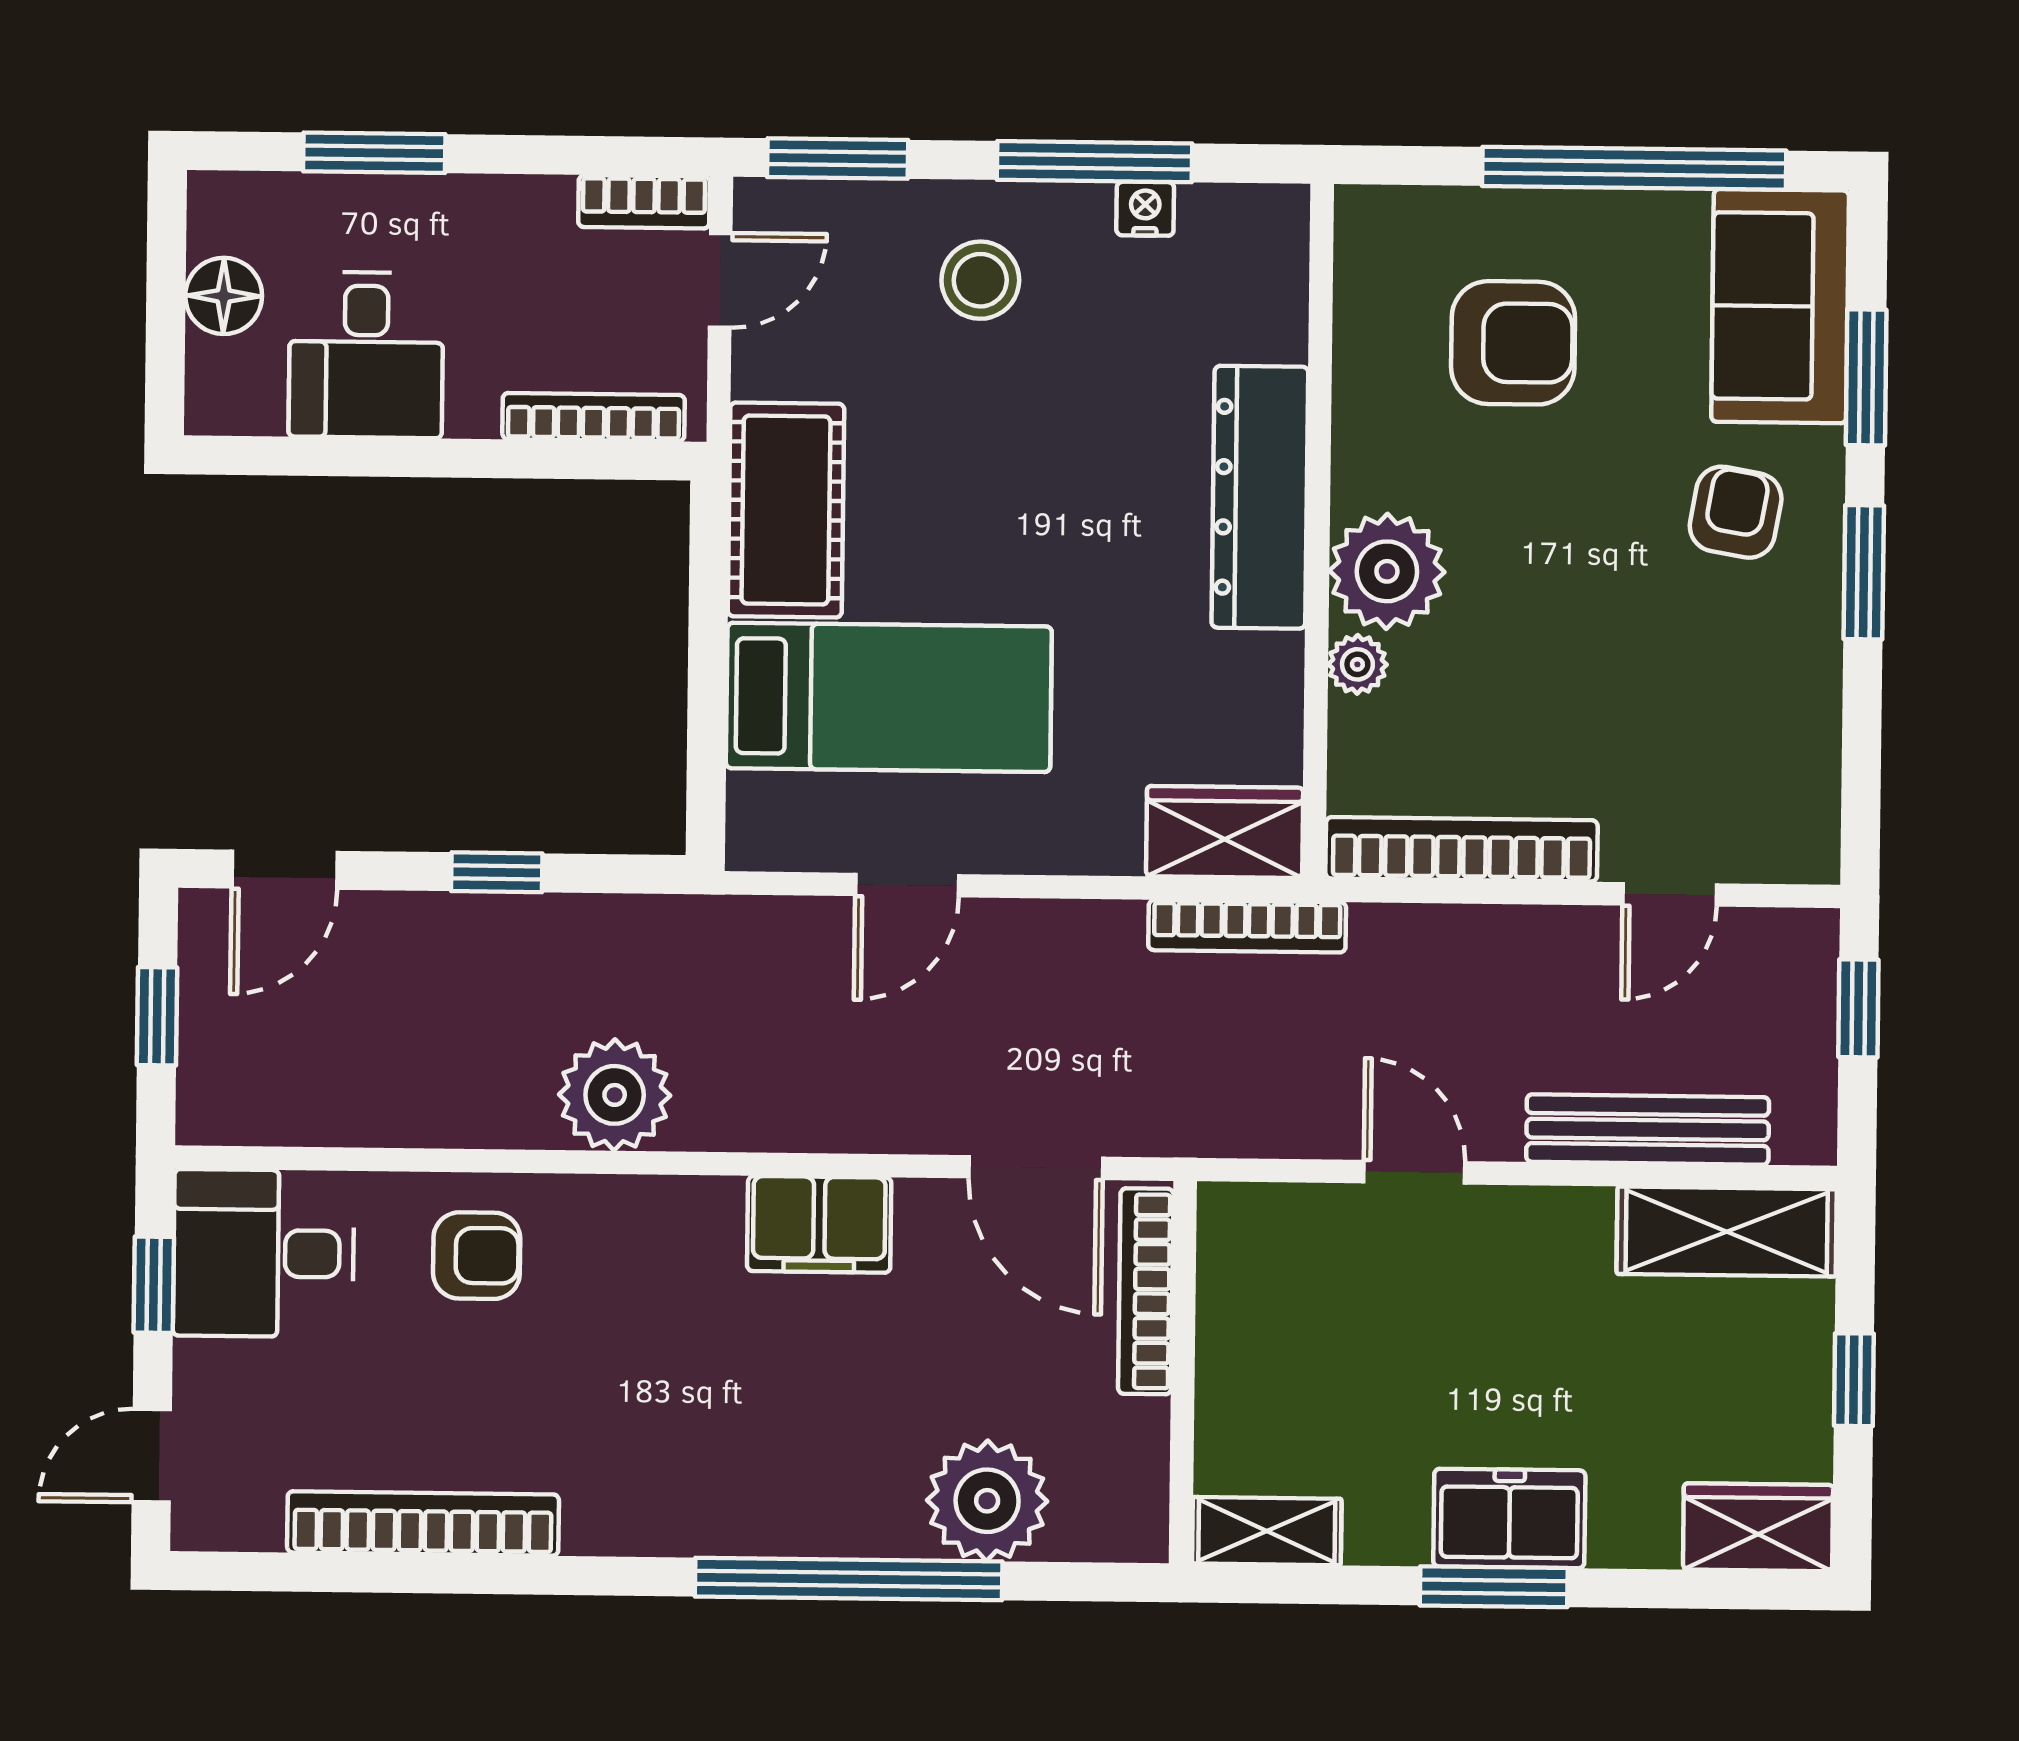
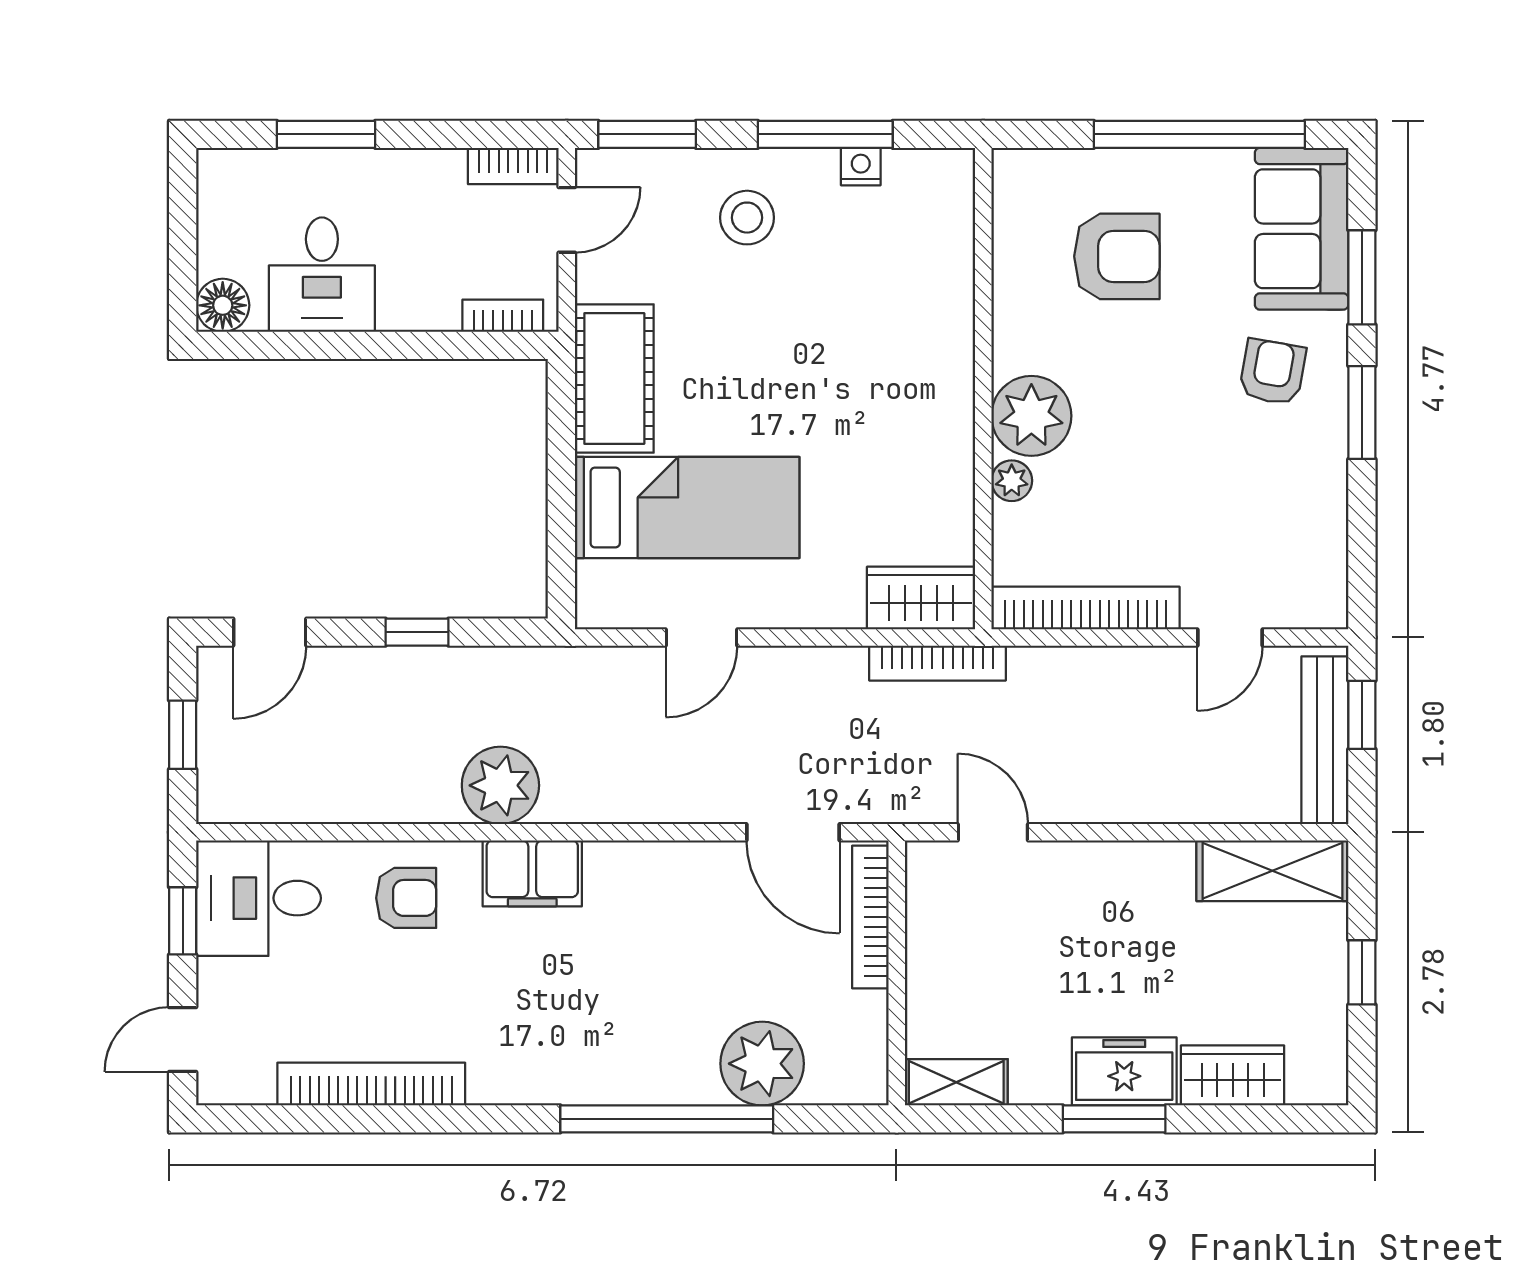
floor lamp: (224, 296) -> (223, 305), moved
bookcase: (594, 417) -> (503, 316), width x0.64
dresser: (1260, 497) -> (943, 366), removed
bench: (1648, 1129) -> (1325, 740), moved, turned 90
door: (1414, 1172) -> (993, 832), moved
filing cabinet: (819, 1224) -> (532, 873), moved
wardrobe: (1758, 1527) -> (1233, 1075), moved

